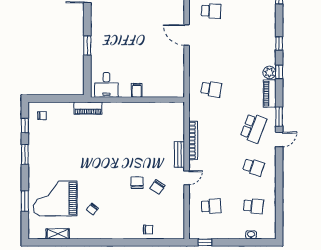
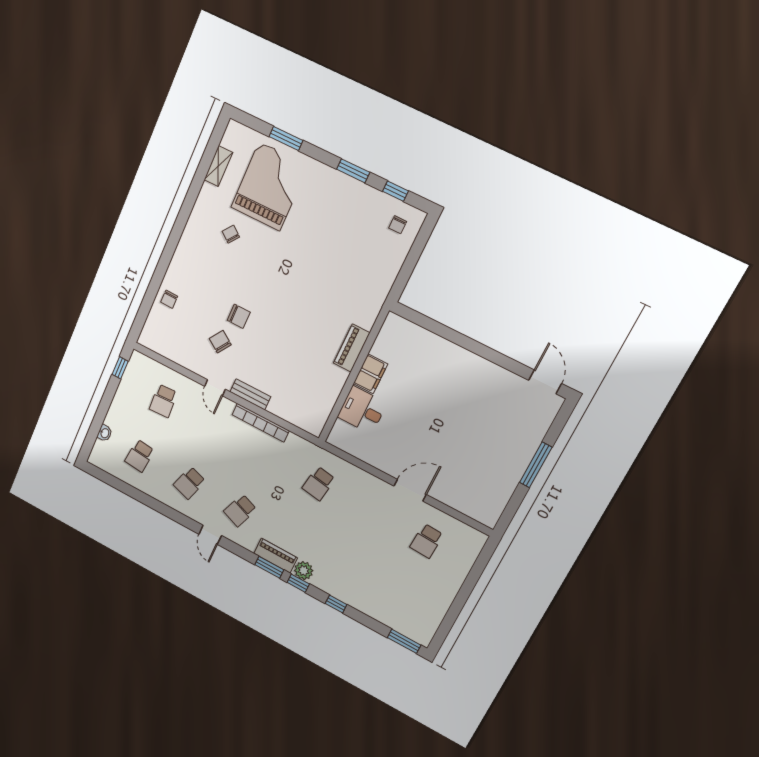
window: (87, 45) -> (467, 343), removed
desk: (106, 85) -> (362, 410), moved
filing cabinet: (137, 90) -> (370, 374), width x2.00
piano: (88, 108) -> (352, 348), moved
window: (279, 117) -> (269, 567), moved
school desk: (253, 128) -> (240, 510), width x0.54

